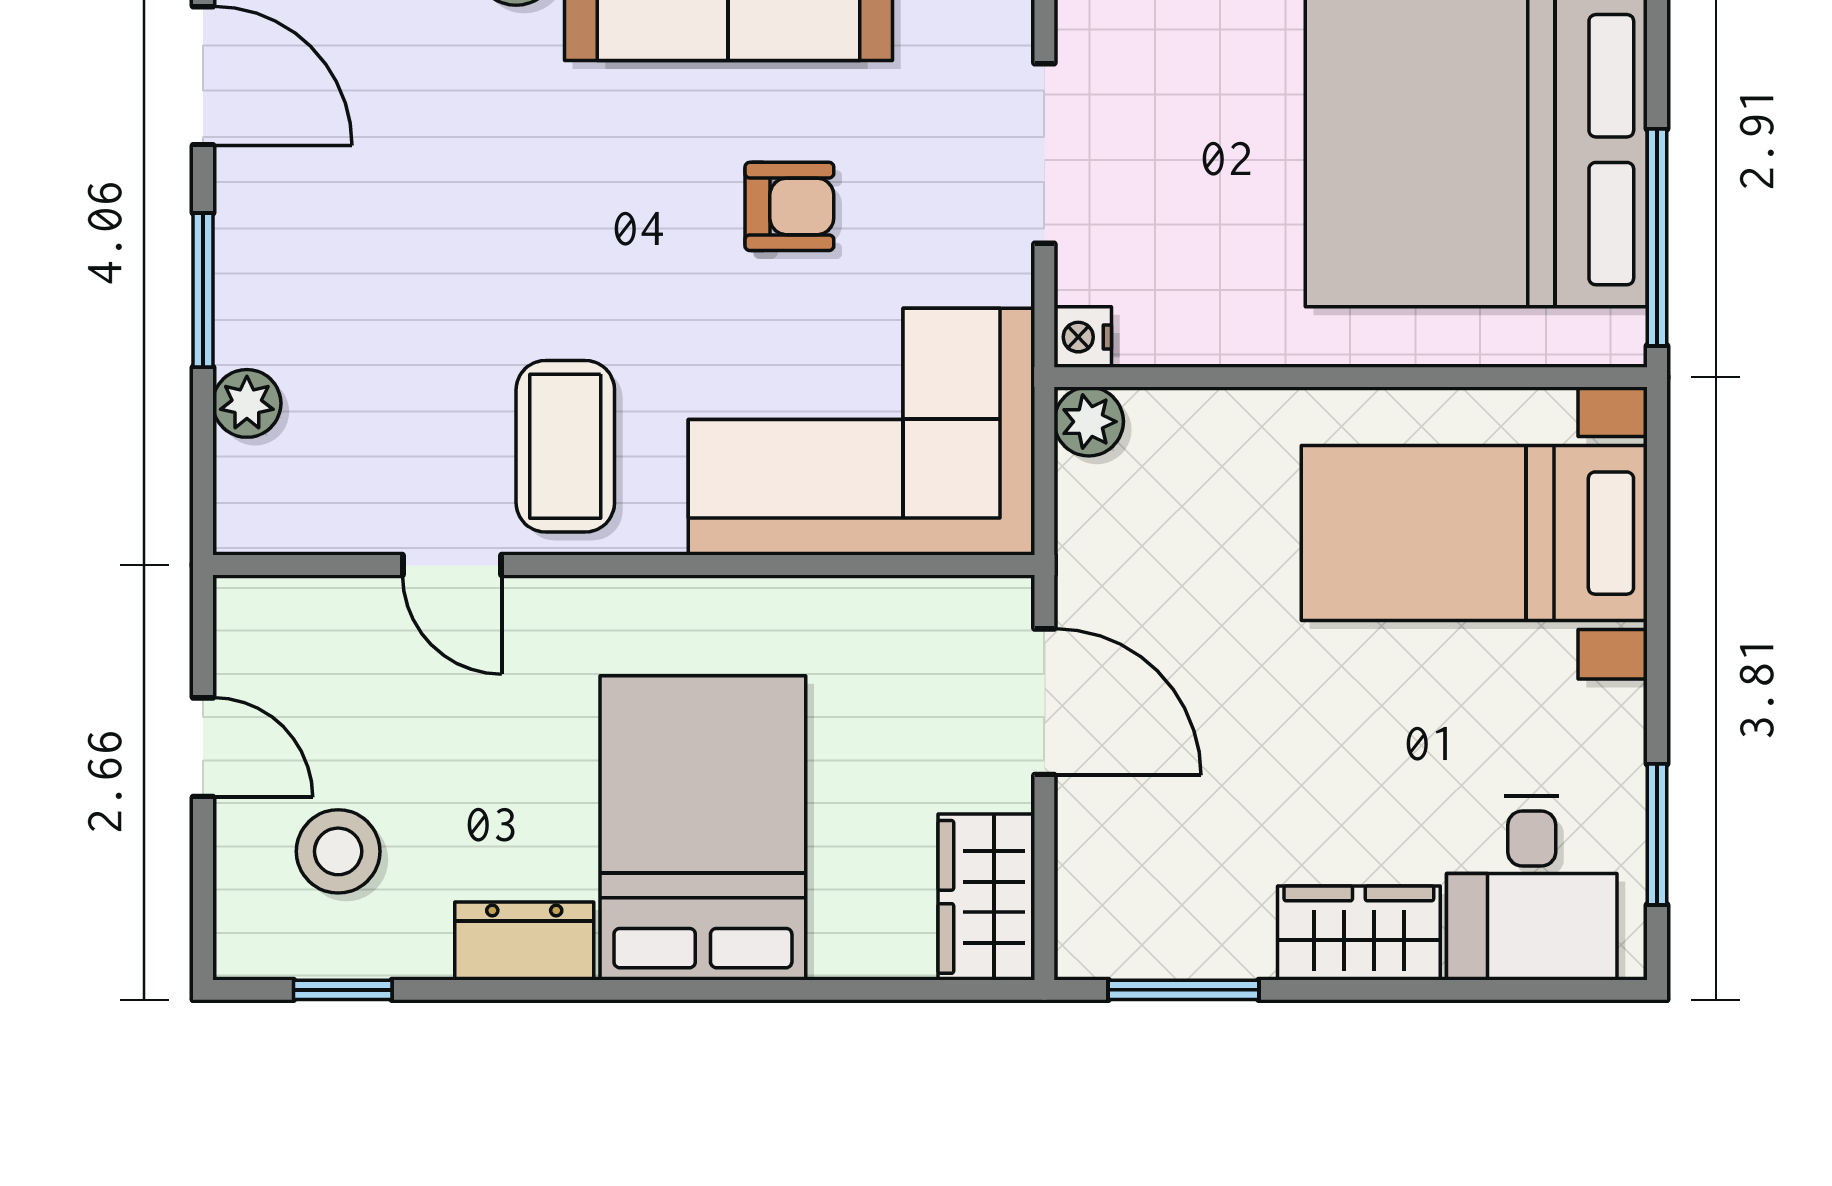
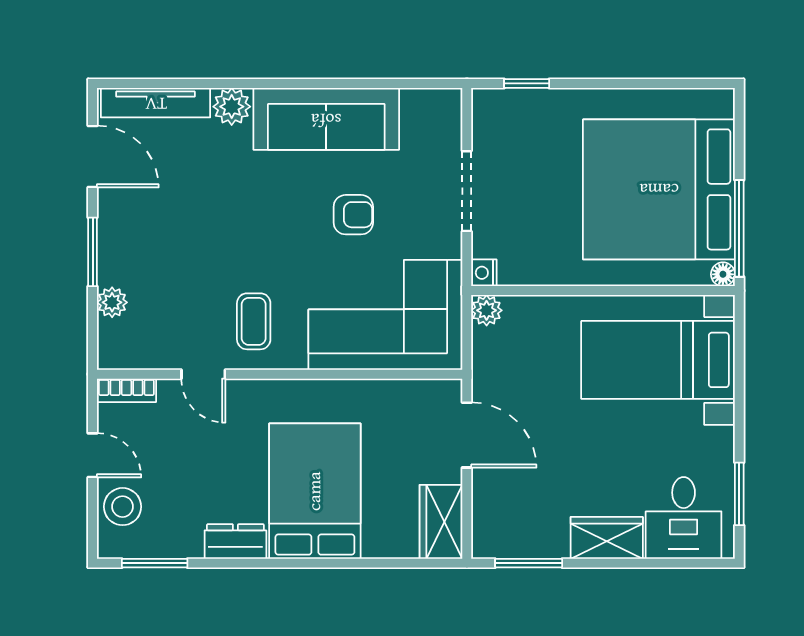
floor lamp: (1620, 340) -> (723, 274), added
coffee table: (565, 446) -> (254, 321), width x0.73, depth x0.77
bookcase: (279, 601) -> (126, 390), added
stool: (338, 851) -> (123, 507), moved
window: (343, 990) -> (155, 563), width x1.50

